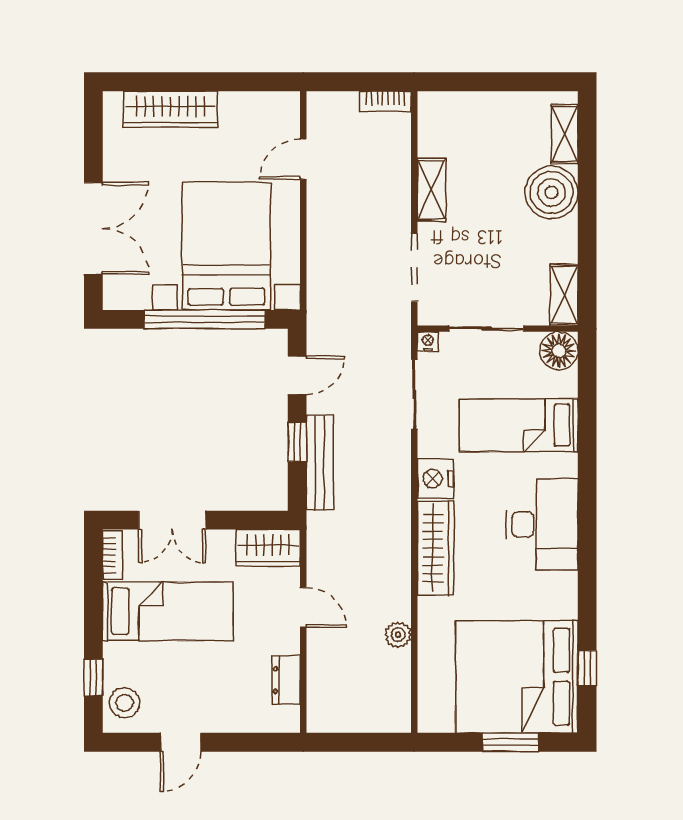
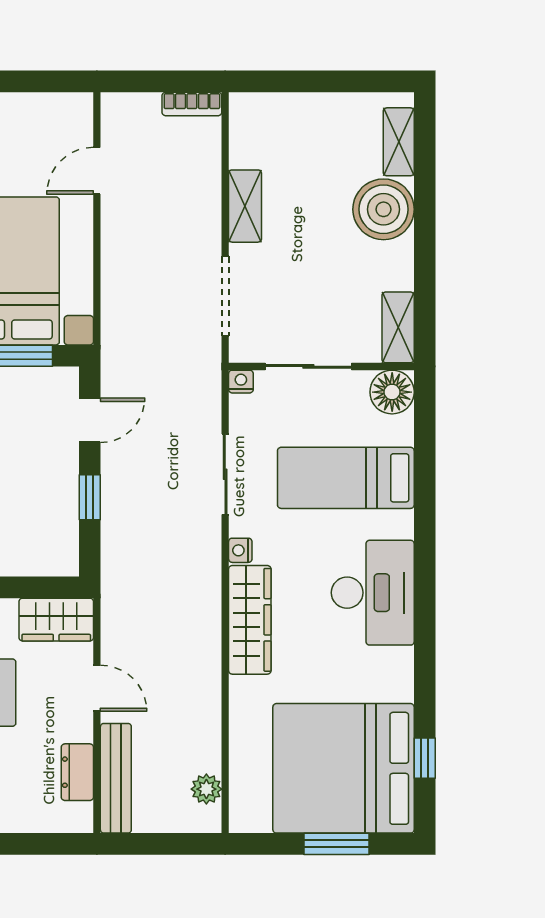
sliding door: (414, 395) -> (225, 474), moved
bench: (320, 463) -> (116, 778), moved
nightstand: (435, 478) -> (240, 550), width x0.53, depth x0.56
plant: (398, 635) -> (206, 789), moved

